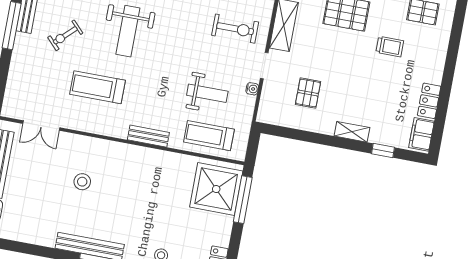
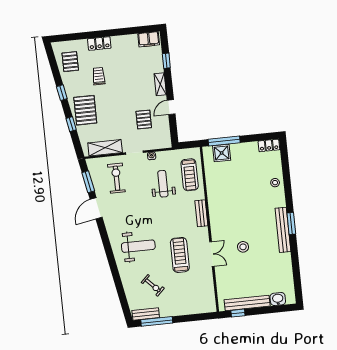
treadmill: (98, 87) -> (180, 255), turned 180
pallet: (308, 93) -> (144, 120), turned 90
locker: (429, 101) -> (99, 44), moved
double door: (41, 126) -> (212, 254), moved
door: (314, 138) -> (171, 107), added
shower: (216, 189) -> (222, 153), width x0.54, depth x0.54

